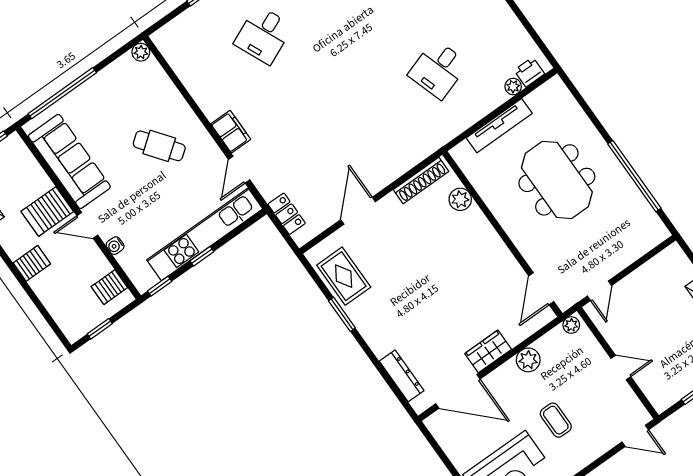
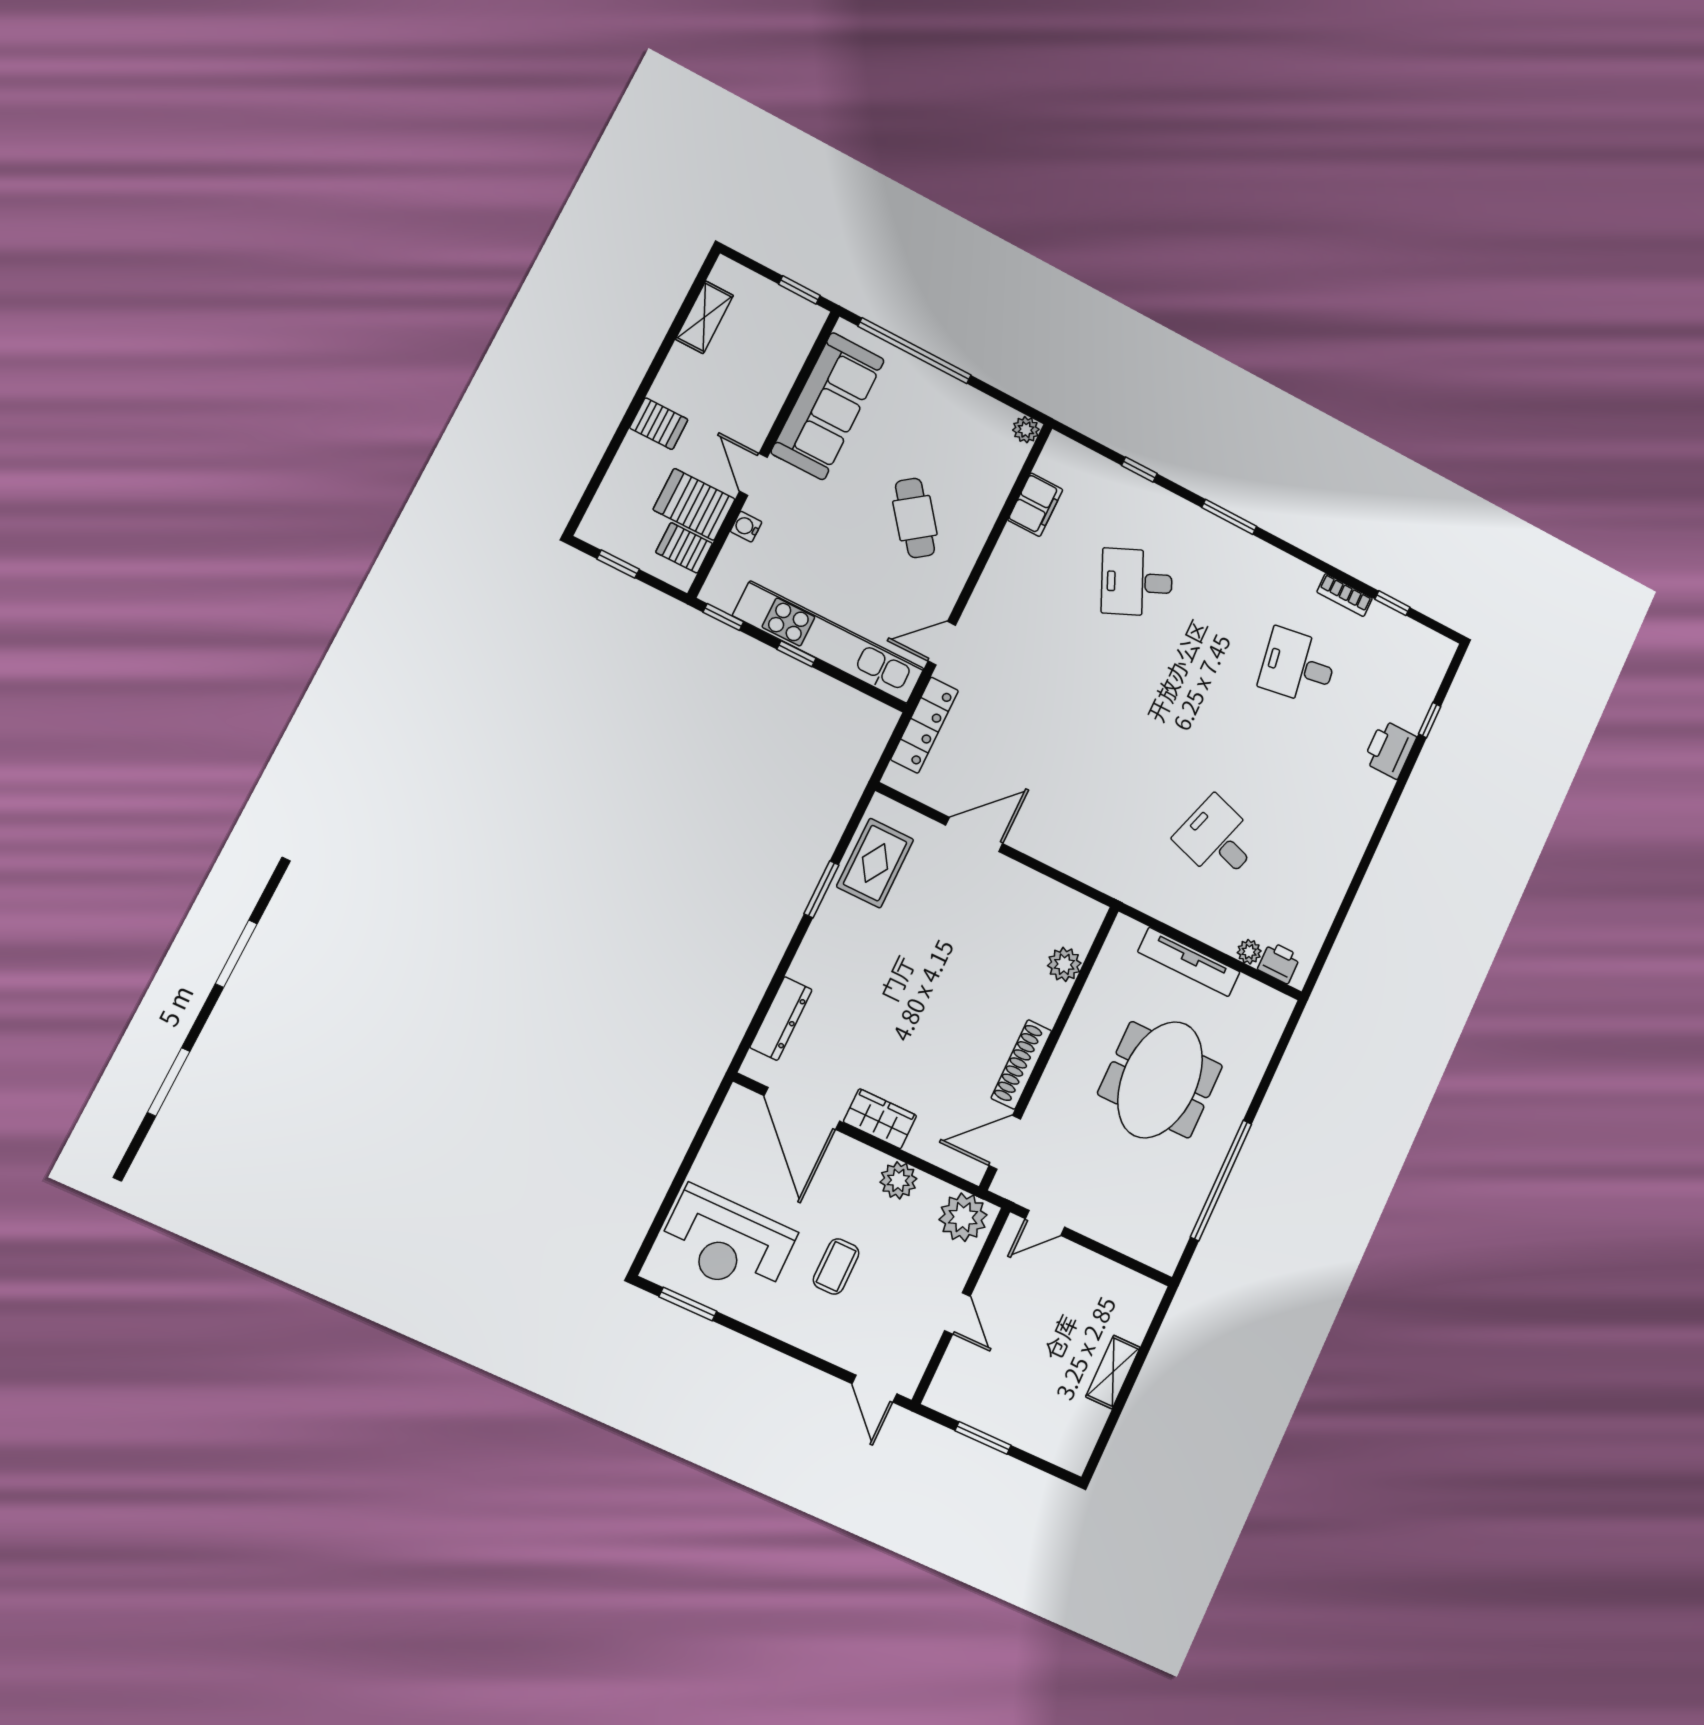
desk: (438, 69) -> (1218, 840), turned 36
filing cabinet: (231, 132) -> (1035, 505), moved
shoe rack: (421, 181) -> (1021, 1064), moved, turned 90
server rack: (47, 212) -> (694, 504), moved
locker: (287, 214) -> (925, 725), width x1.53
plant: (571, 325) -> (963, 1217), width x1.88, depth x1.88

